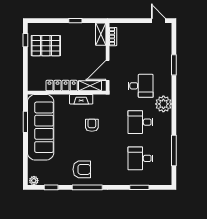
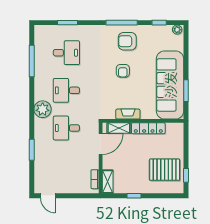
desk: (140, 122) -> (66, 90), turned 180
armchair: (92, 125) -> (123, 71), moved

